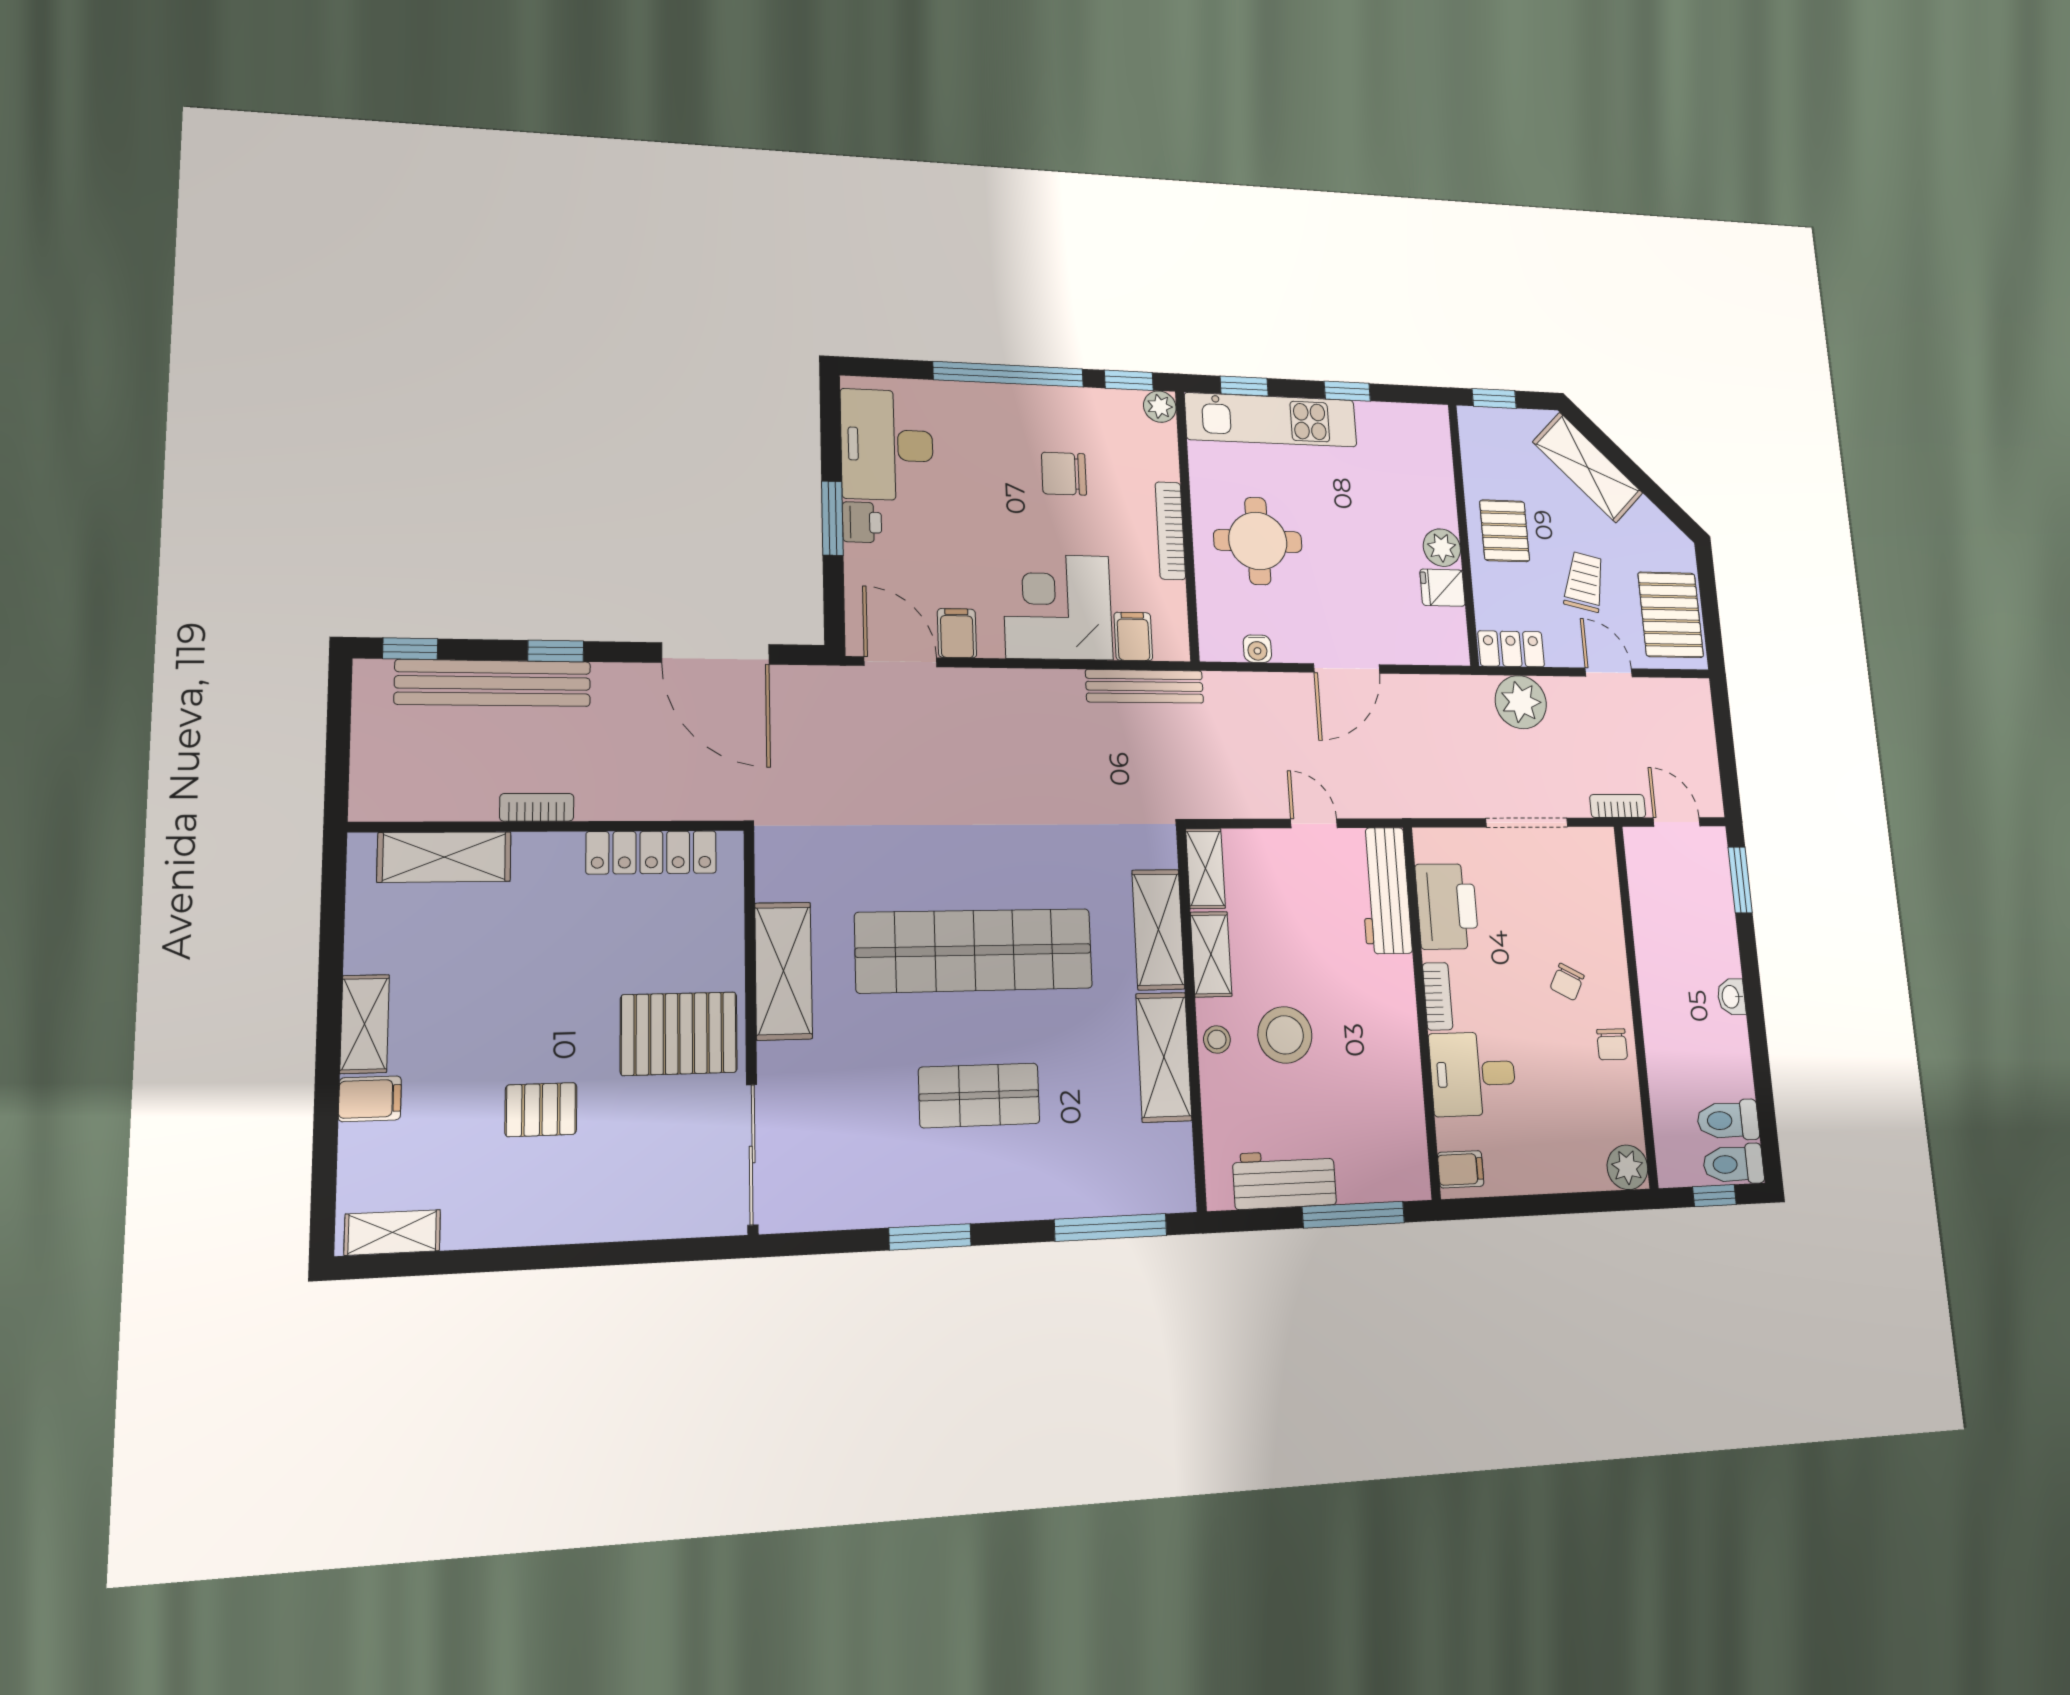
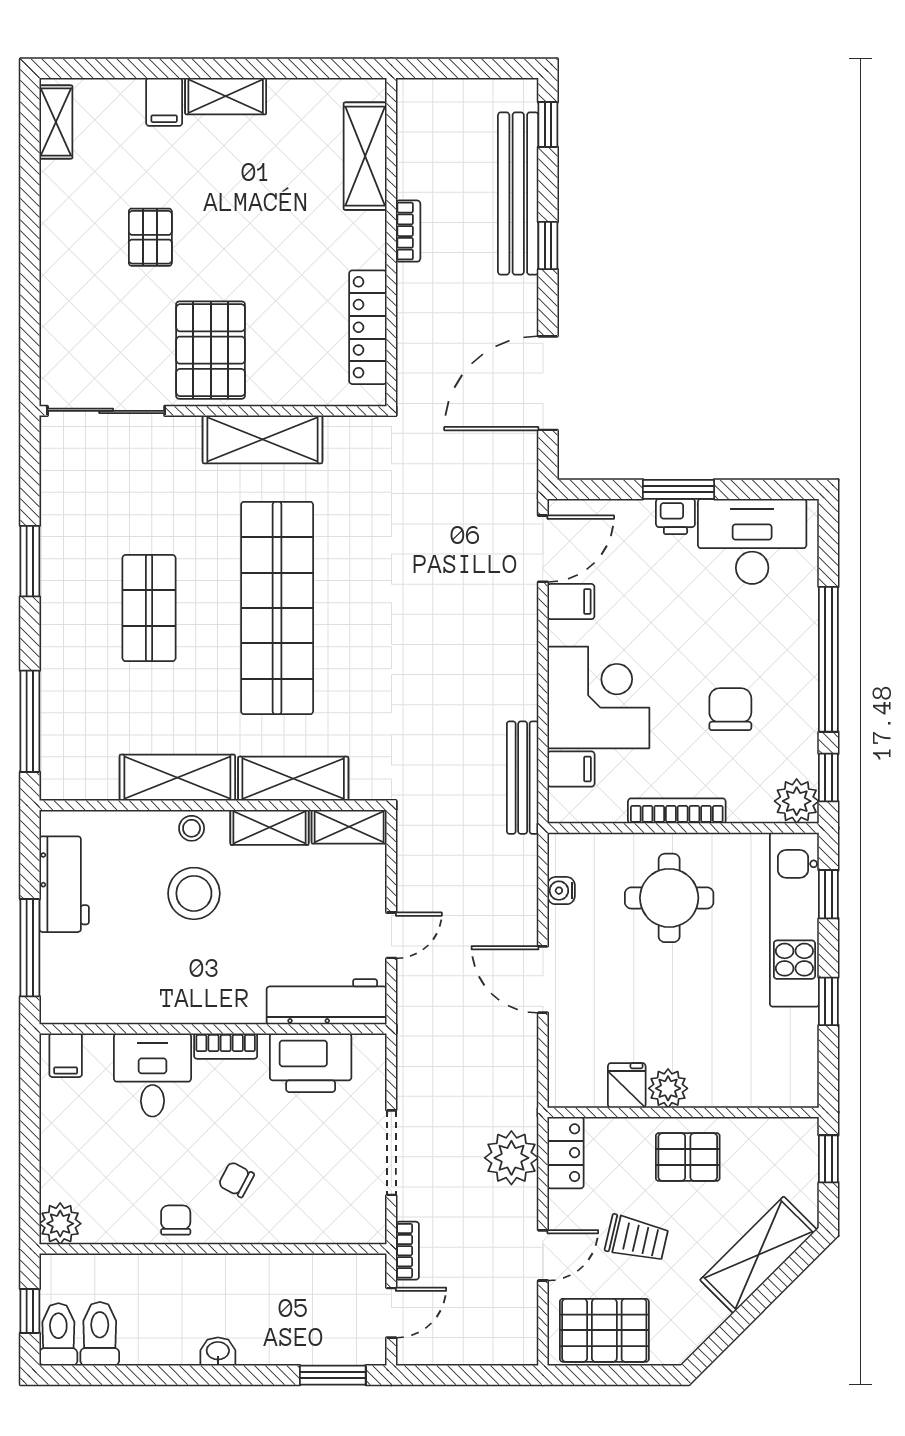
plant: (1160, 407) -> (797, 801), width x1.38, depth x1.38
chair: (1612, 1044) -> (176, 1220), turned 90

